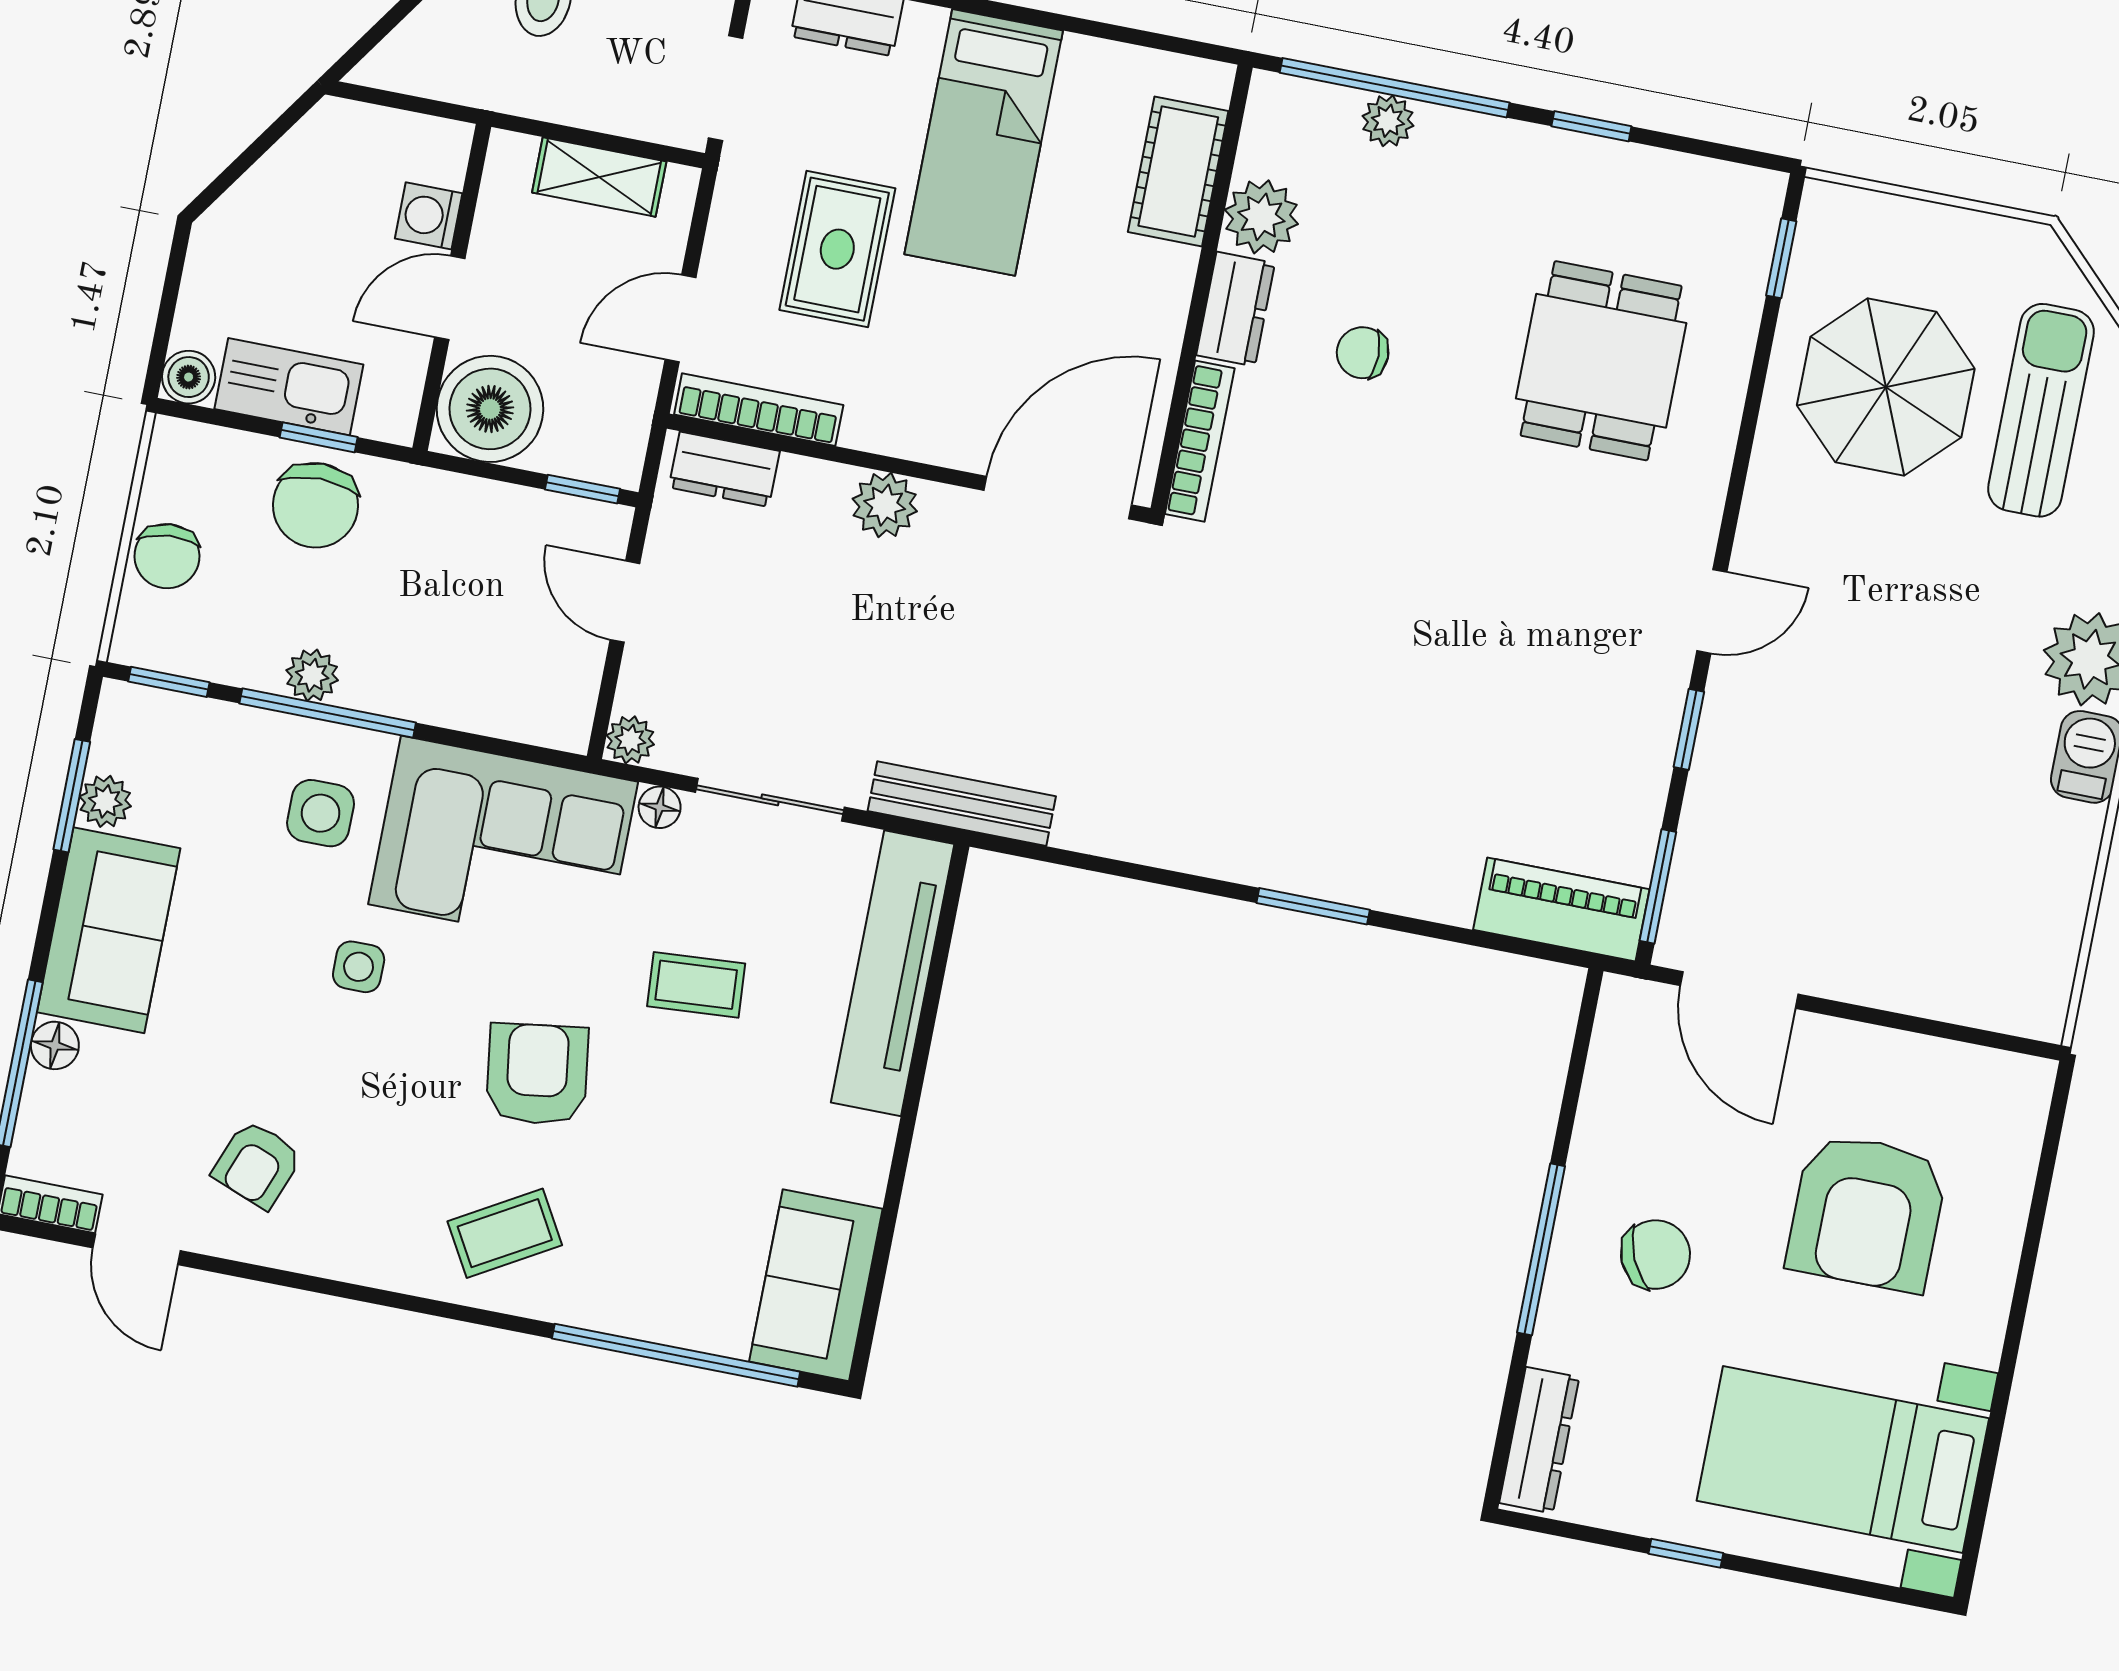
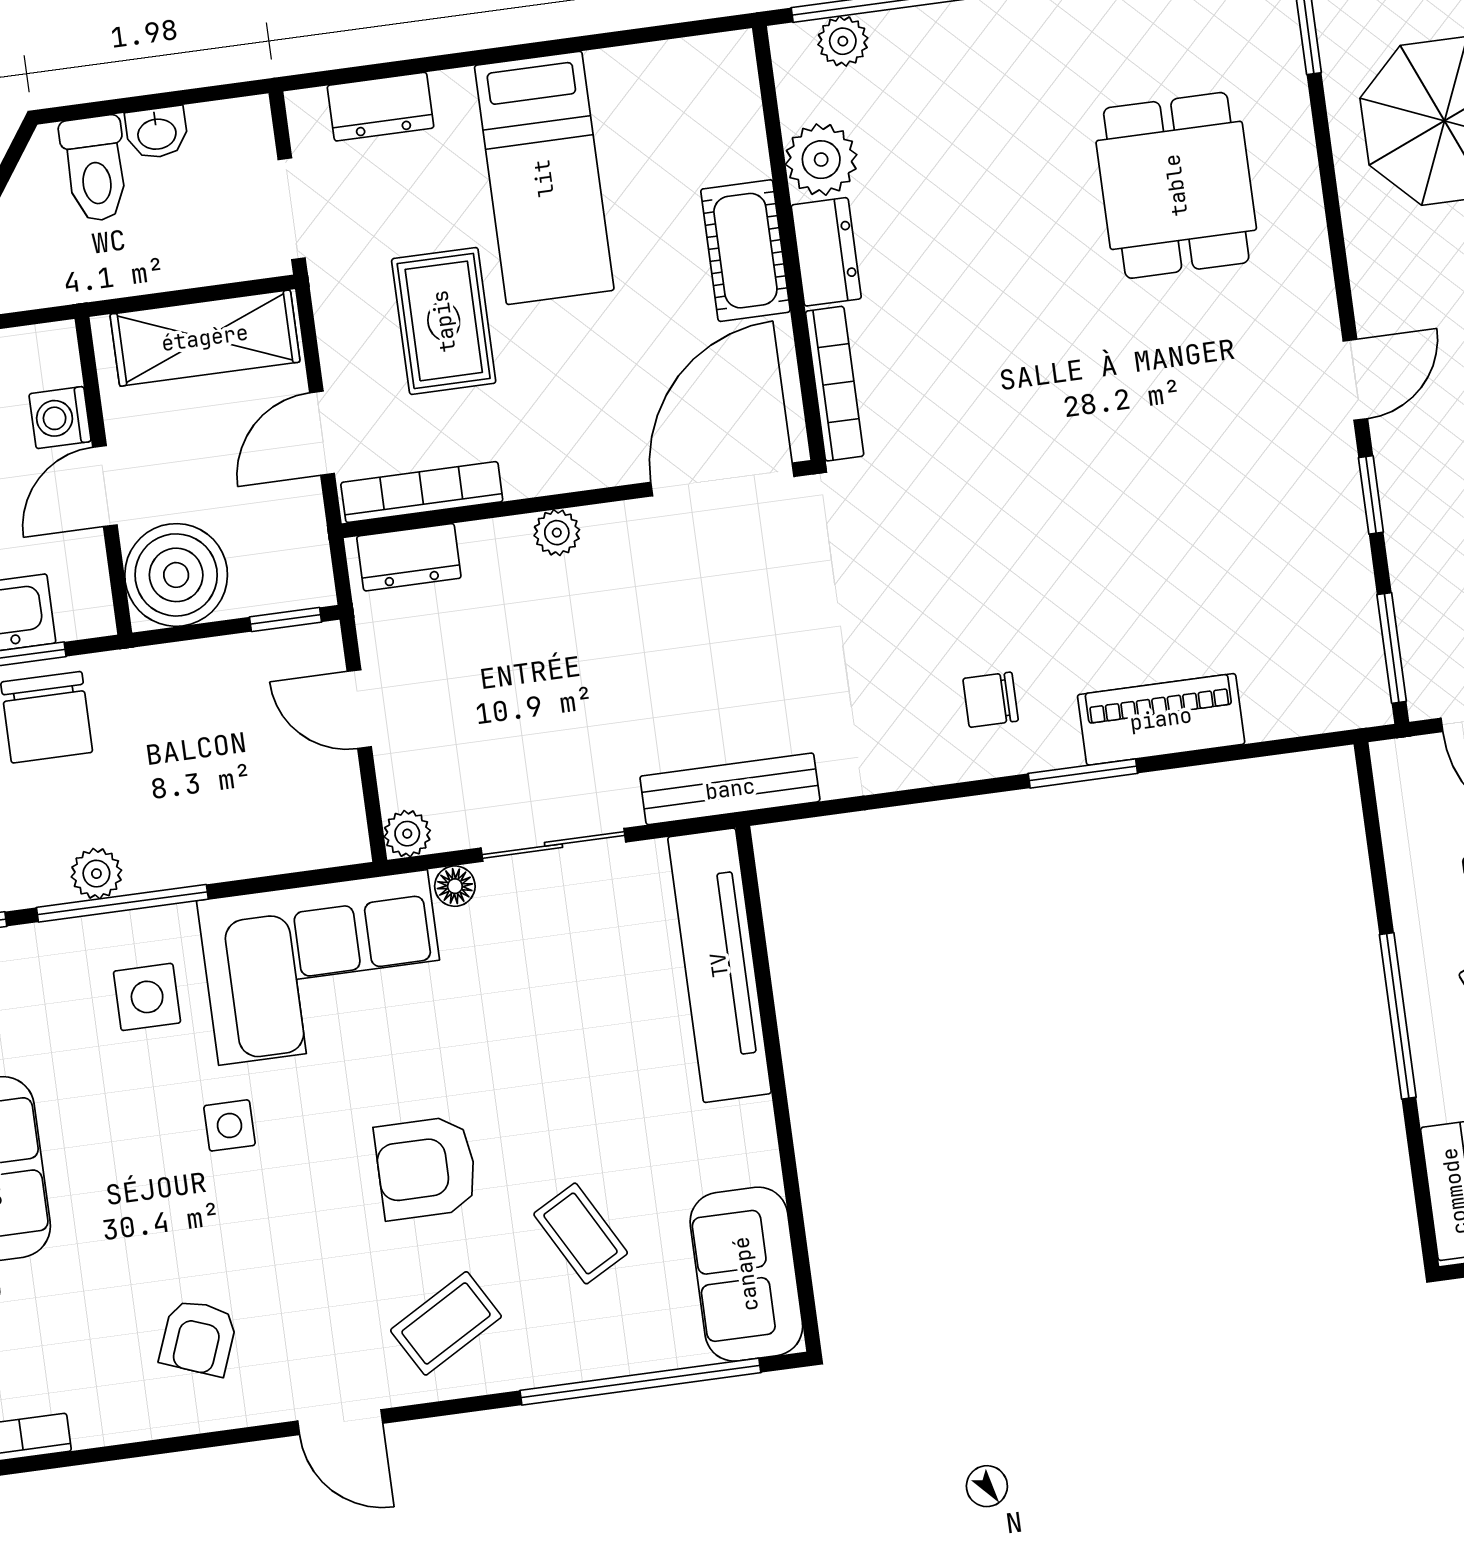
plant: (1388, 121) -> (843, 41), moved
cot: (1178, 172) -> (745, 251), moved
shelving: (599, 177) -> (205, 338), width x1.50, depth x1.33
chair: (1363, 353) -> (991, 700), moved
plant: (885, 505) -> (557, 533), width x0.73, depth x0.73
piano: (1561, 910) -> (1161, 719), moved
coffee table: (696, 985) -> (581, 1233), moved, turned 65
armchair: (537, 1074) -> (426, 1168), turned -82
door: (136, 1249) -> (340, 1422), moved

